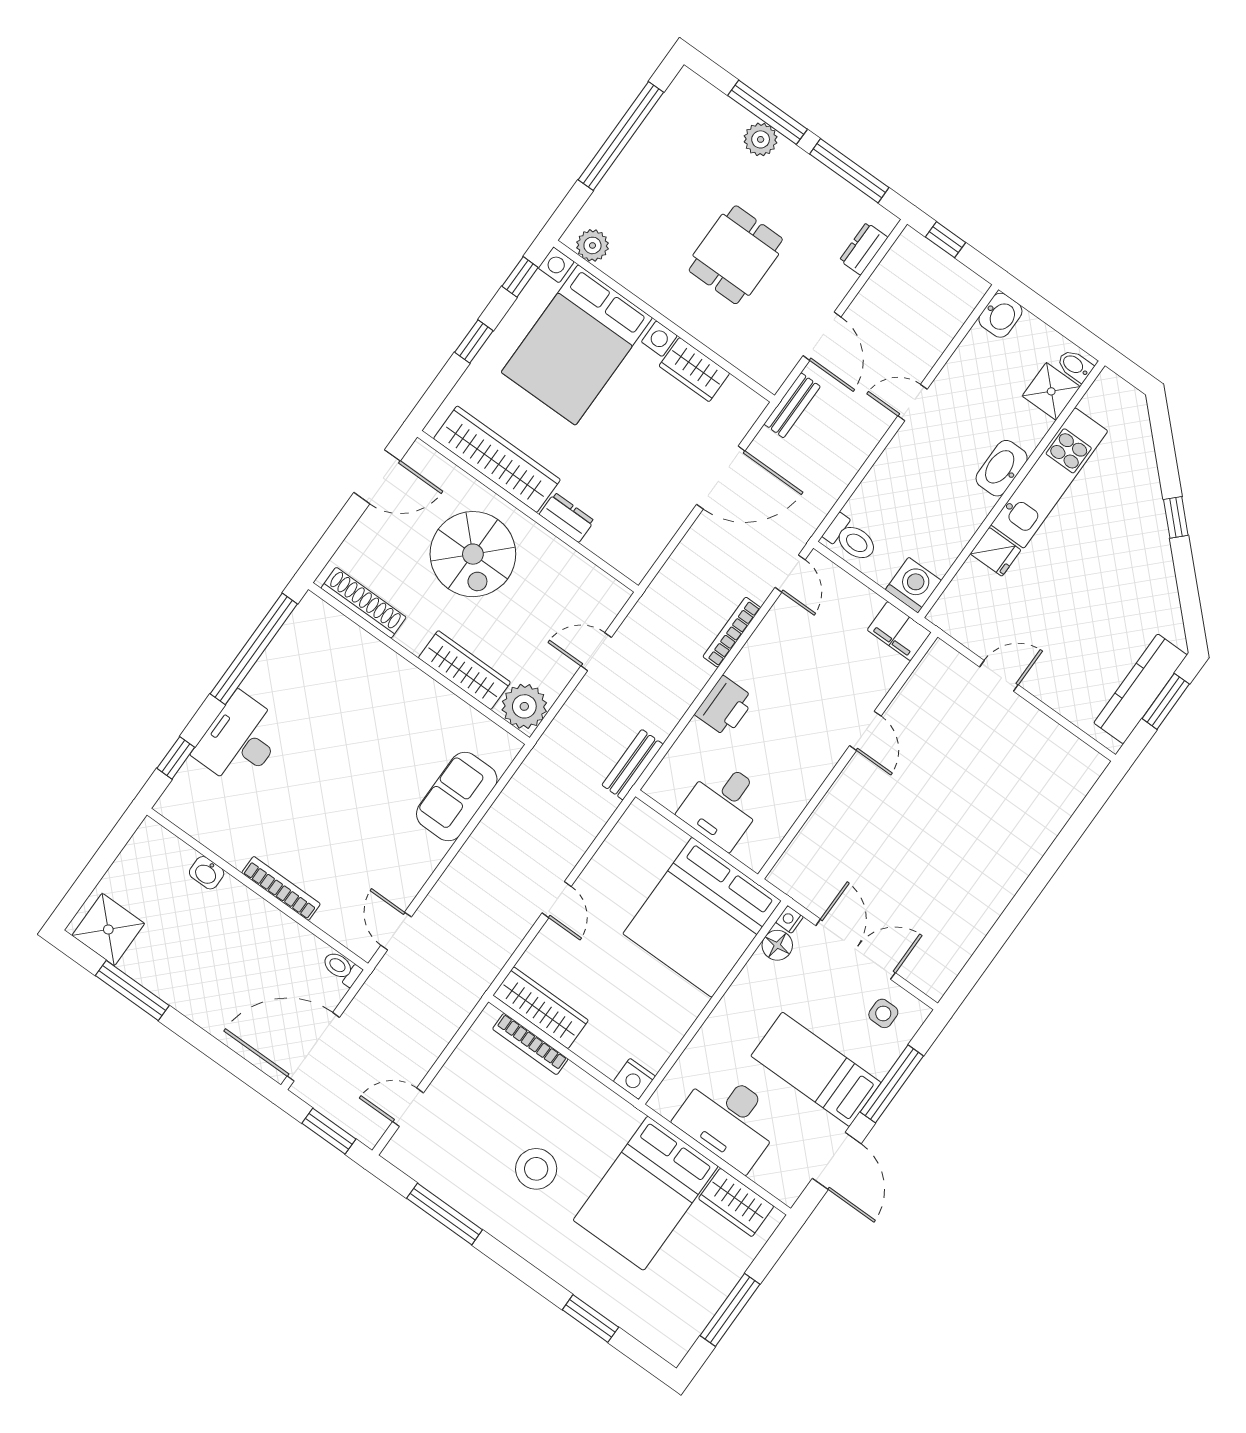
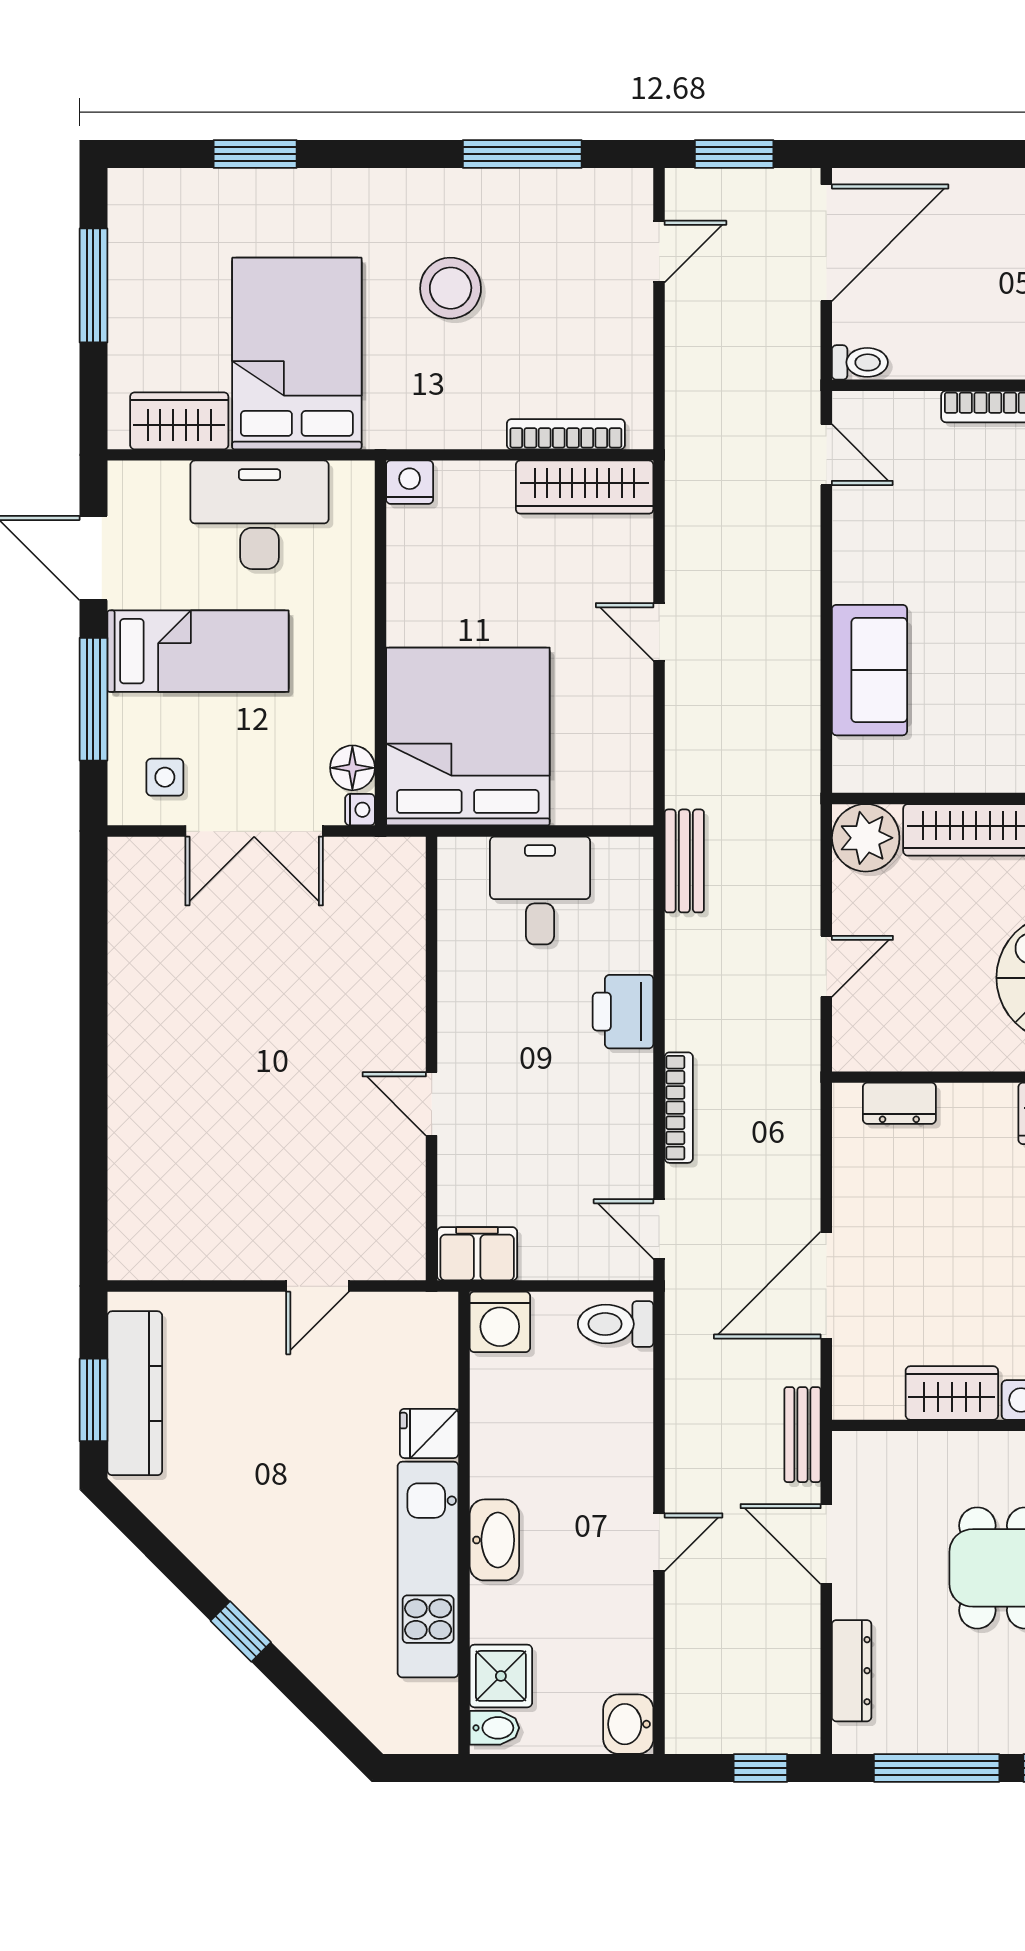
dresser: (864, 249) -> (852, 1671), width x1.44
dresser: (567, 518) -> (899, 1103), moved

